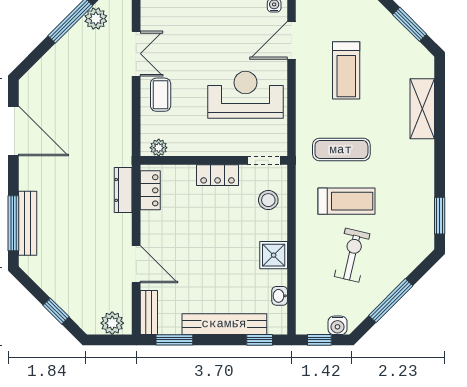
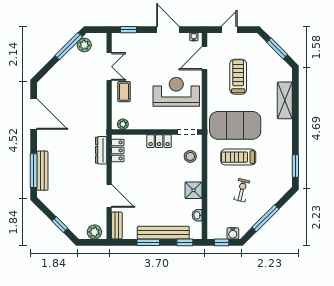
treadmill: (346, 70) -> (238, 77), turned 180
exercise mat: (341, 150) -> (235, 125), width x2.00, depth x1.45
treadmill: (346, 201) -> (238, 157), turned 180
exercise bike: (352, 255) -> (242, 190), width x0.73, depth x0.72
window: (174, 340) -> (148, 242), moved

